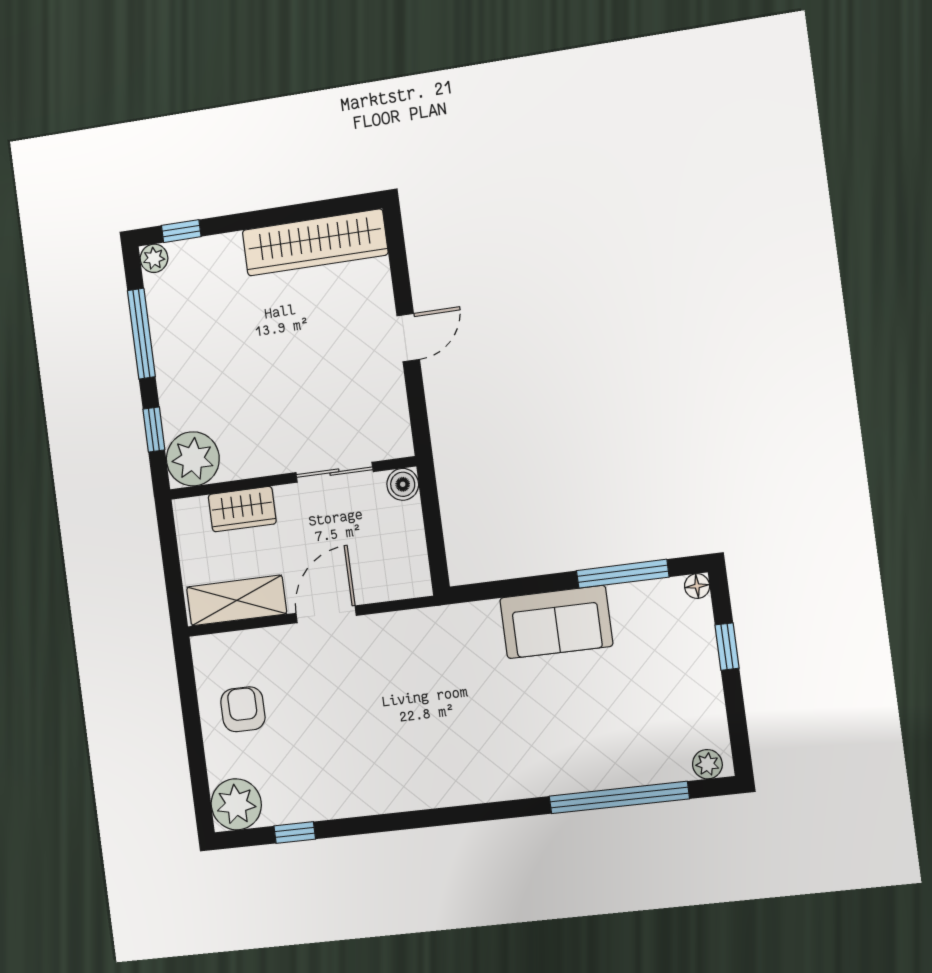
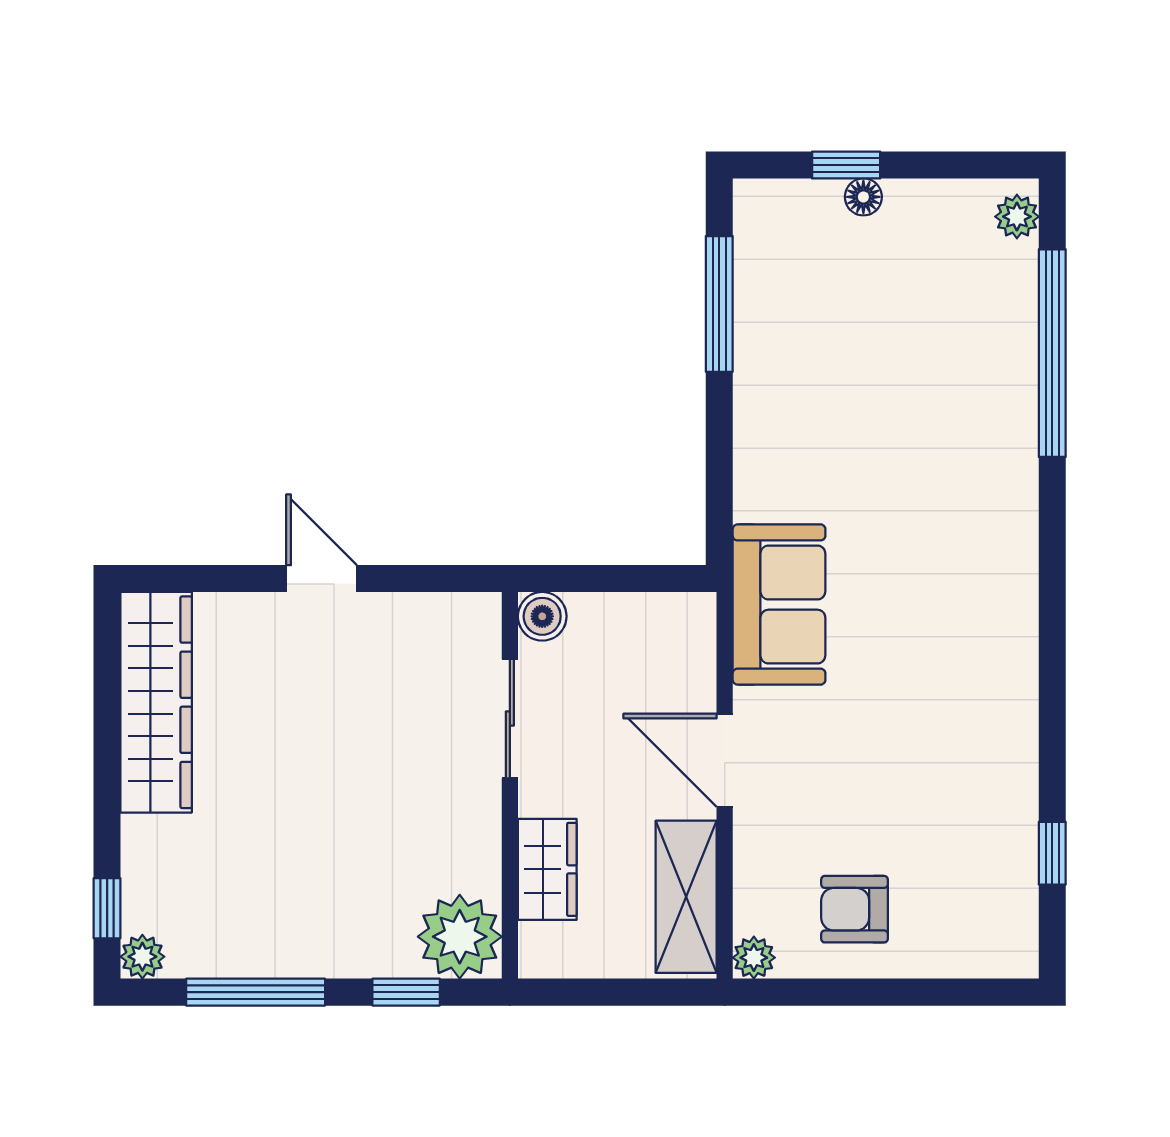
floor lamp: (697, 586) -> (863, 197), moved
sofa: (556, 622) -> (779, 605), moved
plant: (236, 804) -> (754, 958), moved, width x0.53, depth x0.53

